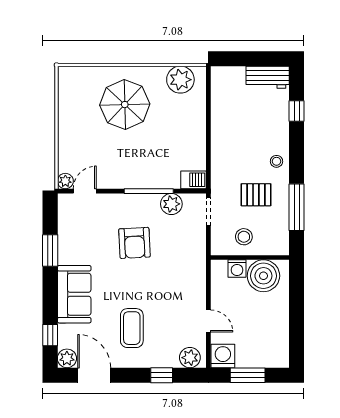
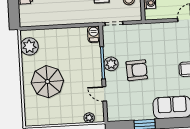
plant: (65, 181) -> (89, 118), moved
door: (85, 191) -> (104, 94), moved
plant: (171, 204) -> (111, 64), moved

